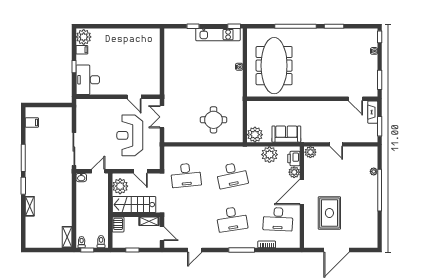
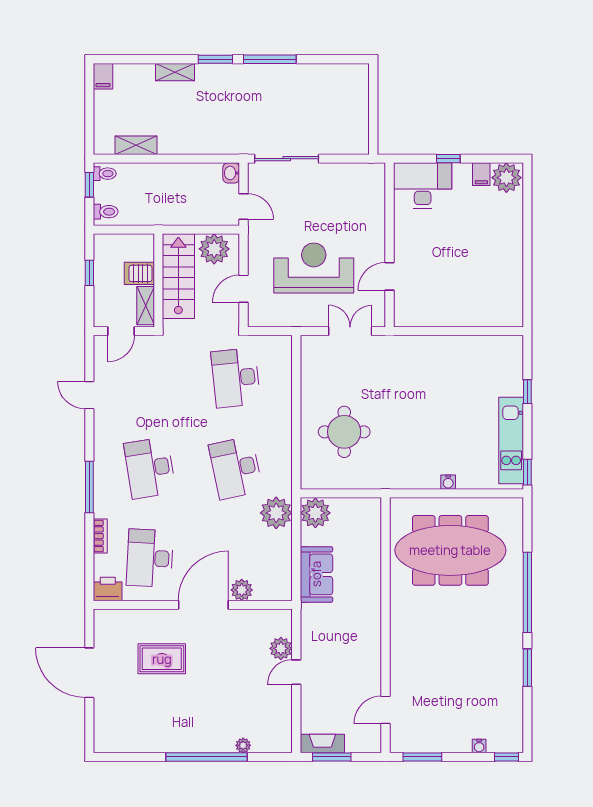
fireplace: (373, 112) -> (322, 743), moved
filing cabinet: (32, 123) -> (103, 76), moved
plant: (310, 152) -> (281, 648), moved
plant: (269, 155) -> (276, 513), moved
printer: (294, 159) -> (108, 589), moved
door: (302, 192) -> (203, 605), hinge flipped
rug: (329, 213) -> (162, 659), width x0.73, depth x0.70
server rack: (118, 224) -> (139, 273), moved
shelving: (67, 237) -> (136, 145), moved

